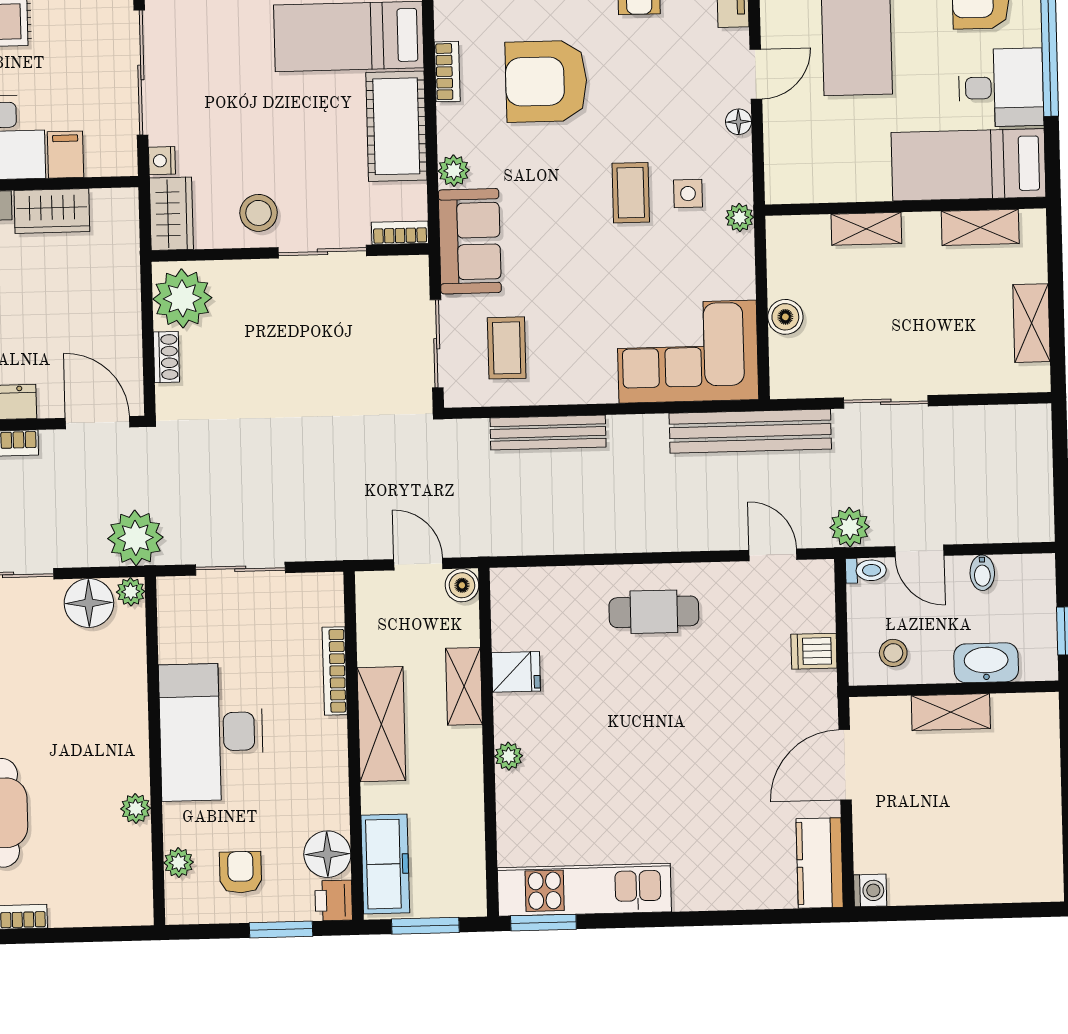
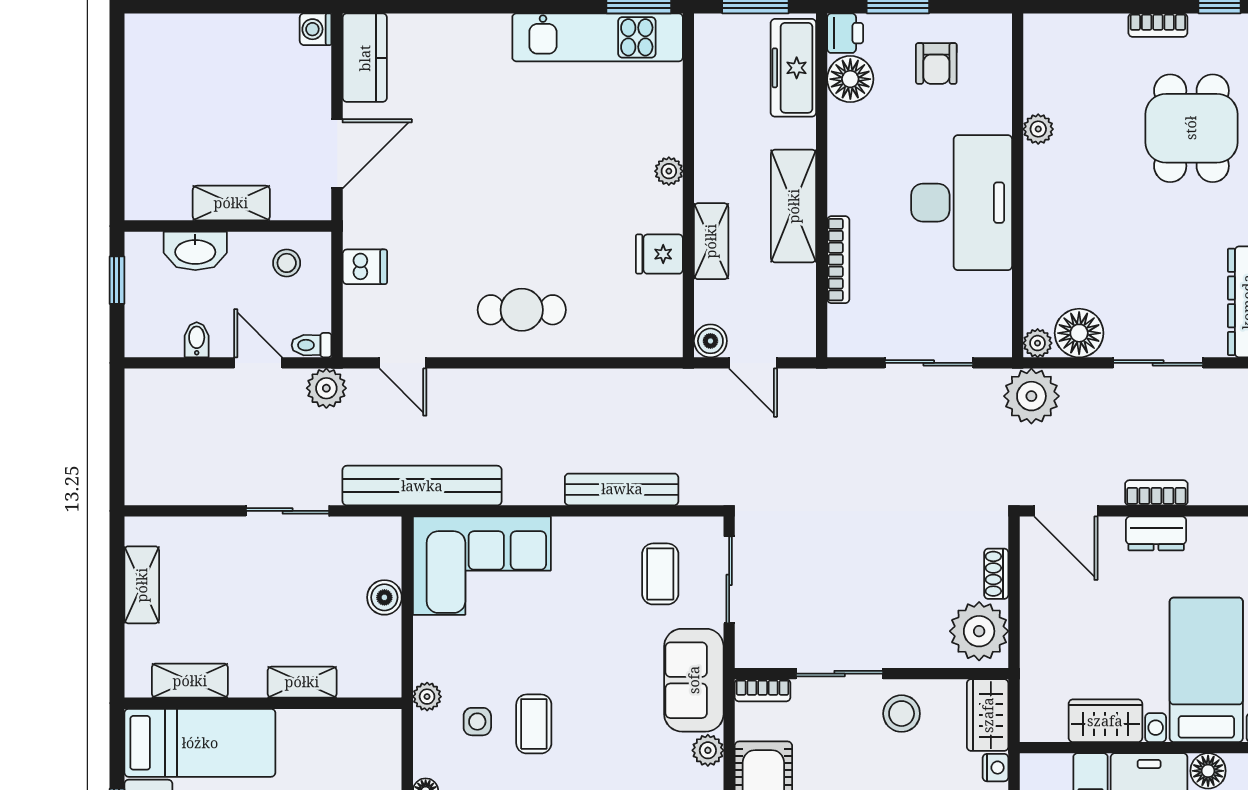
plant: (179, 863) -> (997, 75), removed

